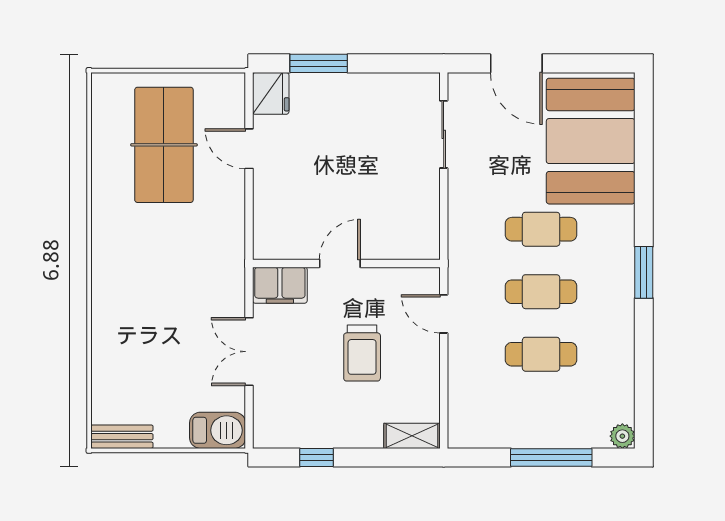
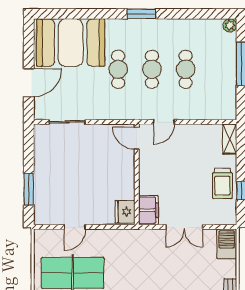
fridge: (271, 93) -> (125, 212), moved, turned -90
door: (340, 263) -> (137, 138), moved
trolley: (362, 353) -> (222, 183), moved, turned 90

